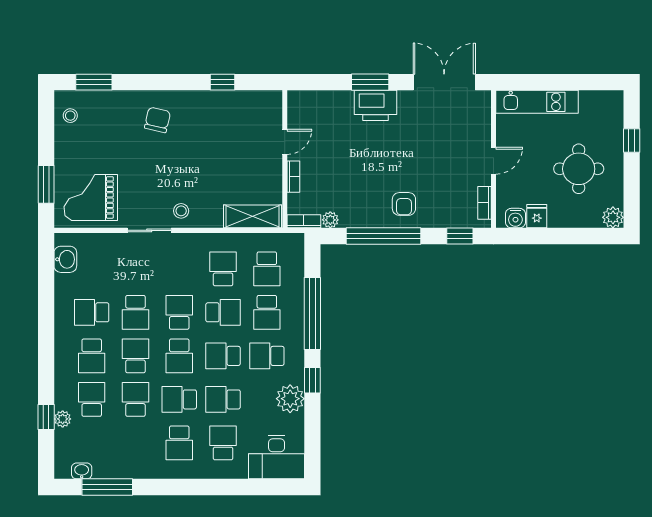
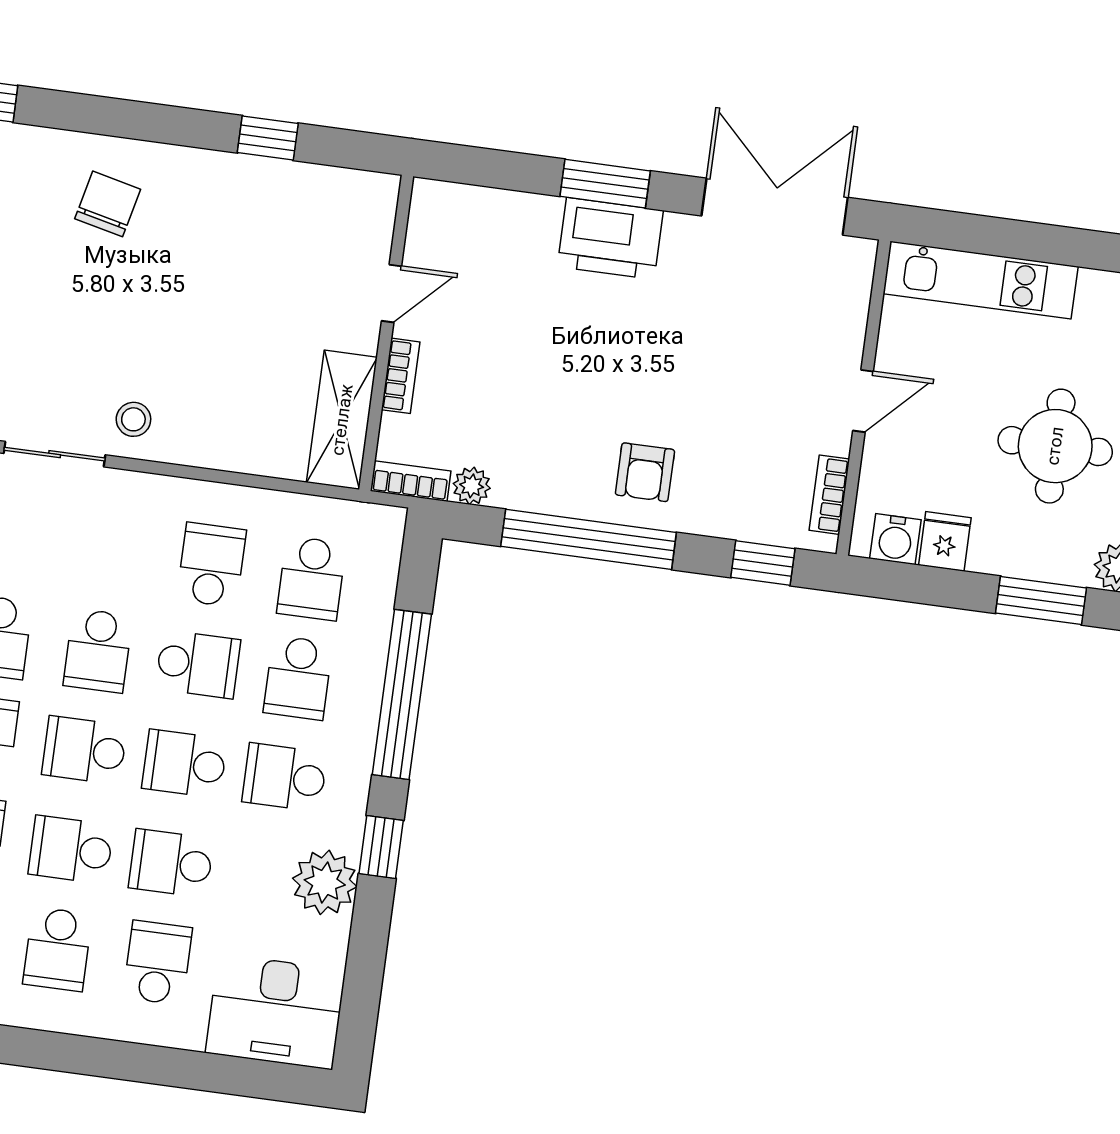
shelving: (252, 216) -> (342, 420), moved, turned 90
window: (582, 236) -> (1041, 601), added
school desk: (179, 312) -> (98, 651), turned 180
school desk: (179, 356) -> (84, 750), turned 90

